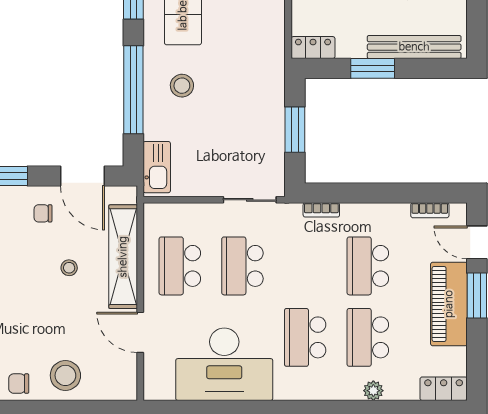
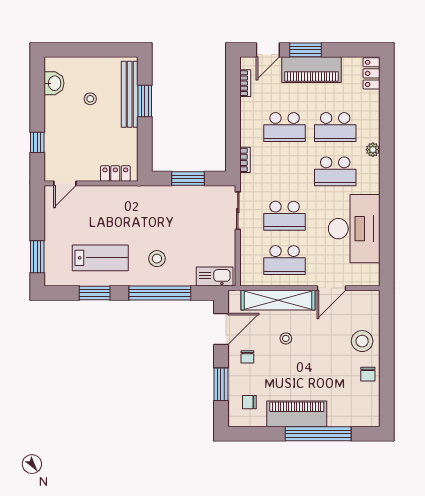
locker: (313, 48) -> (115, 173), moved, turned 90
window: (373, 68) -> (145, 101), moved
plant: (373, 391) -> (373, 150), moved

